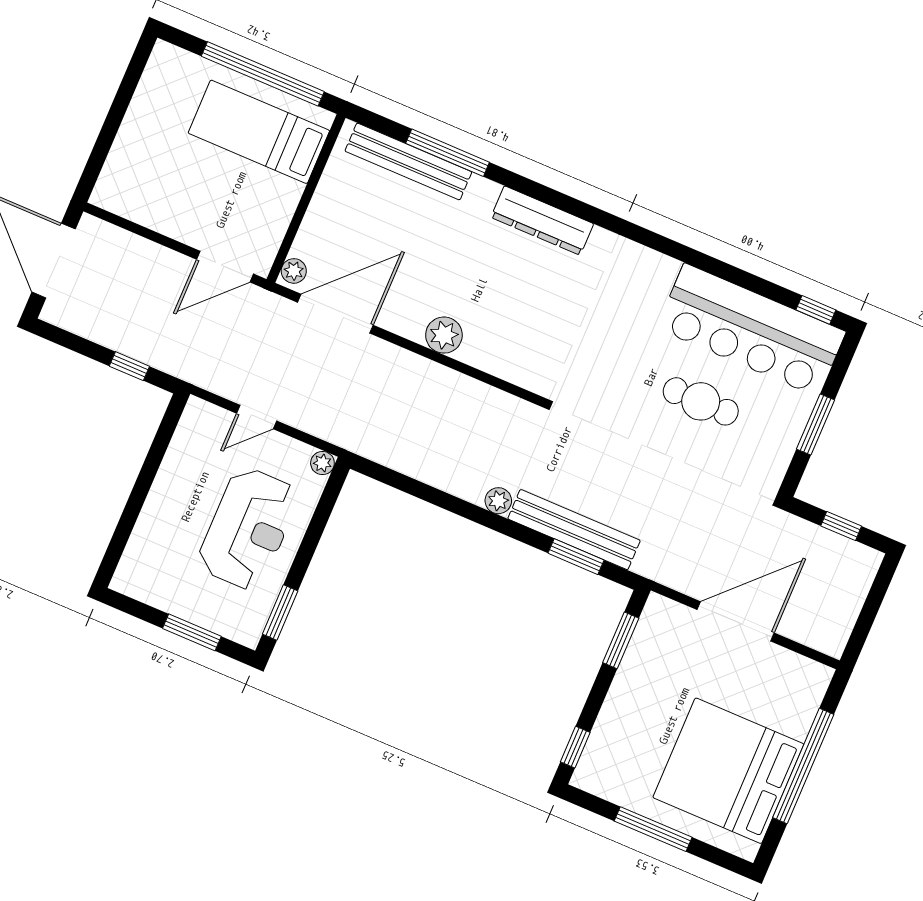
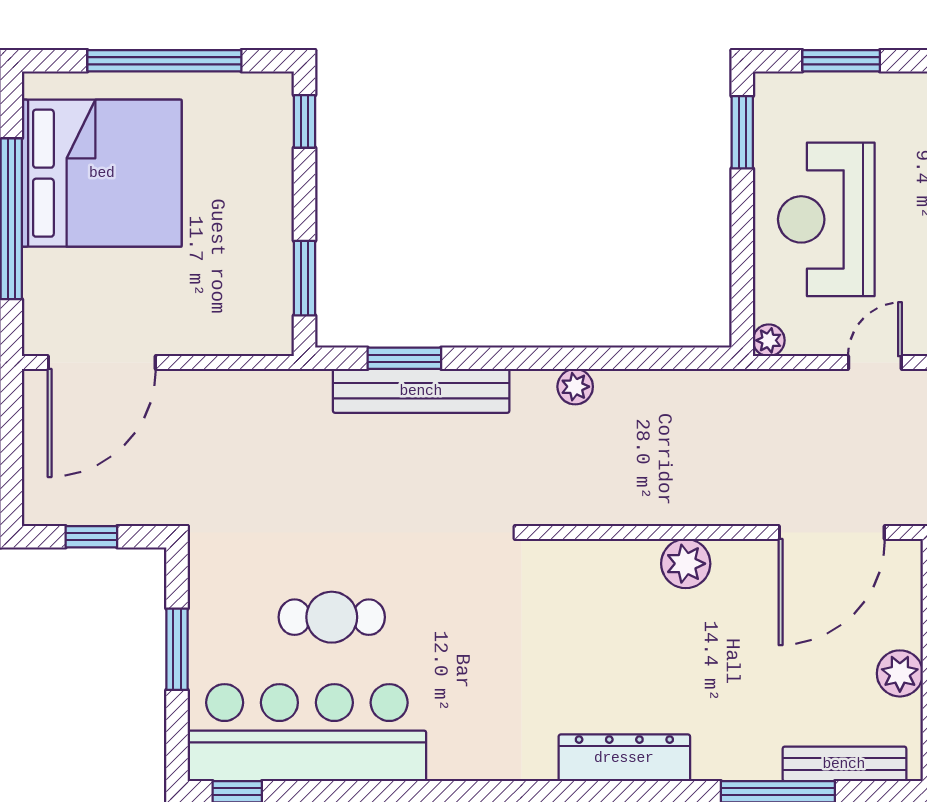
bench: (408, 162) -> (844, 764), width x0.73, depth x0.82
plant: (294, 271) -> (900, 673), moved, width x1.38, depth x1.38
plant: (498, 501) -> (575, 387), moved
door: (736, 621) -> (102, 363), moved
window: (653, 829) -> (164, 61), width x1.46

